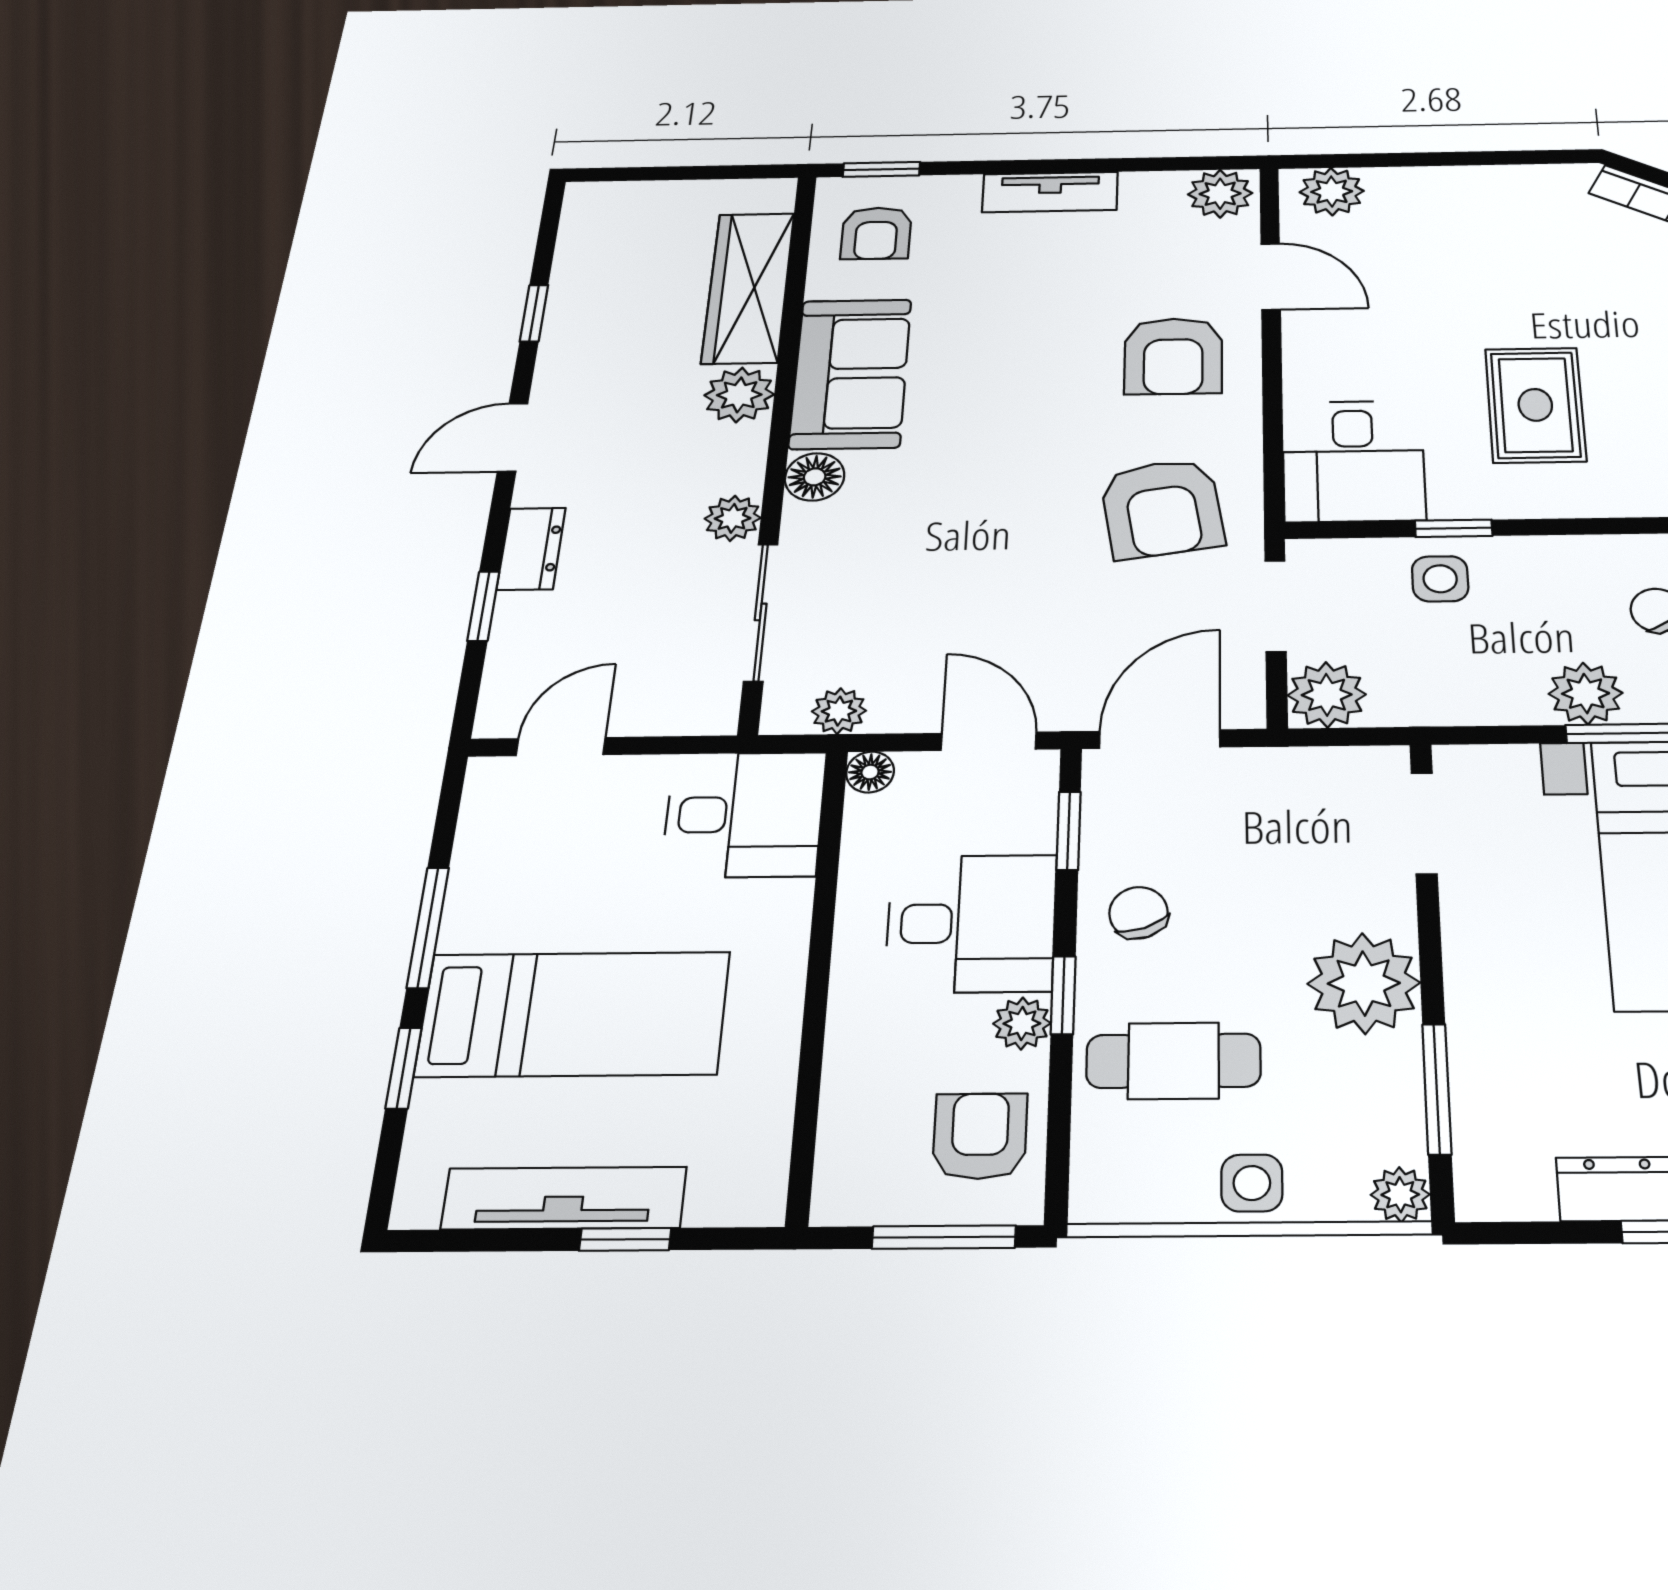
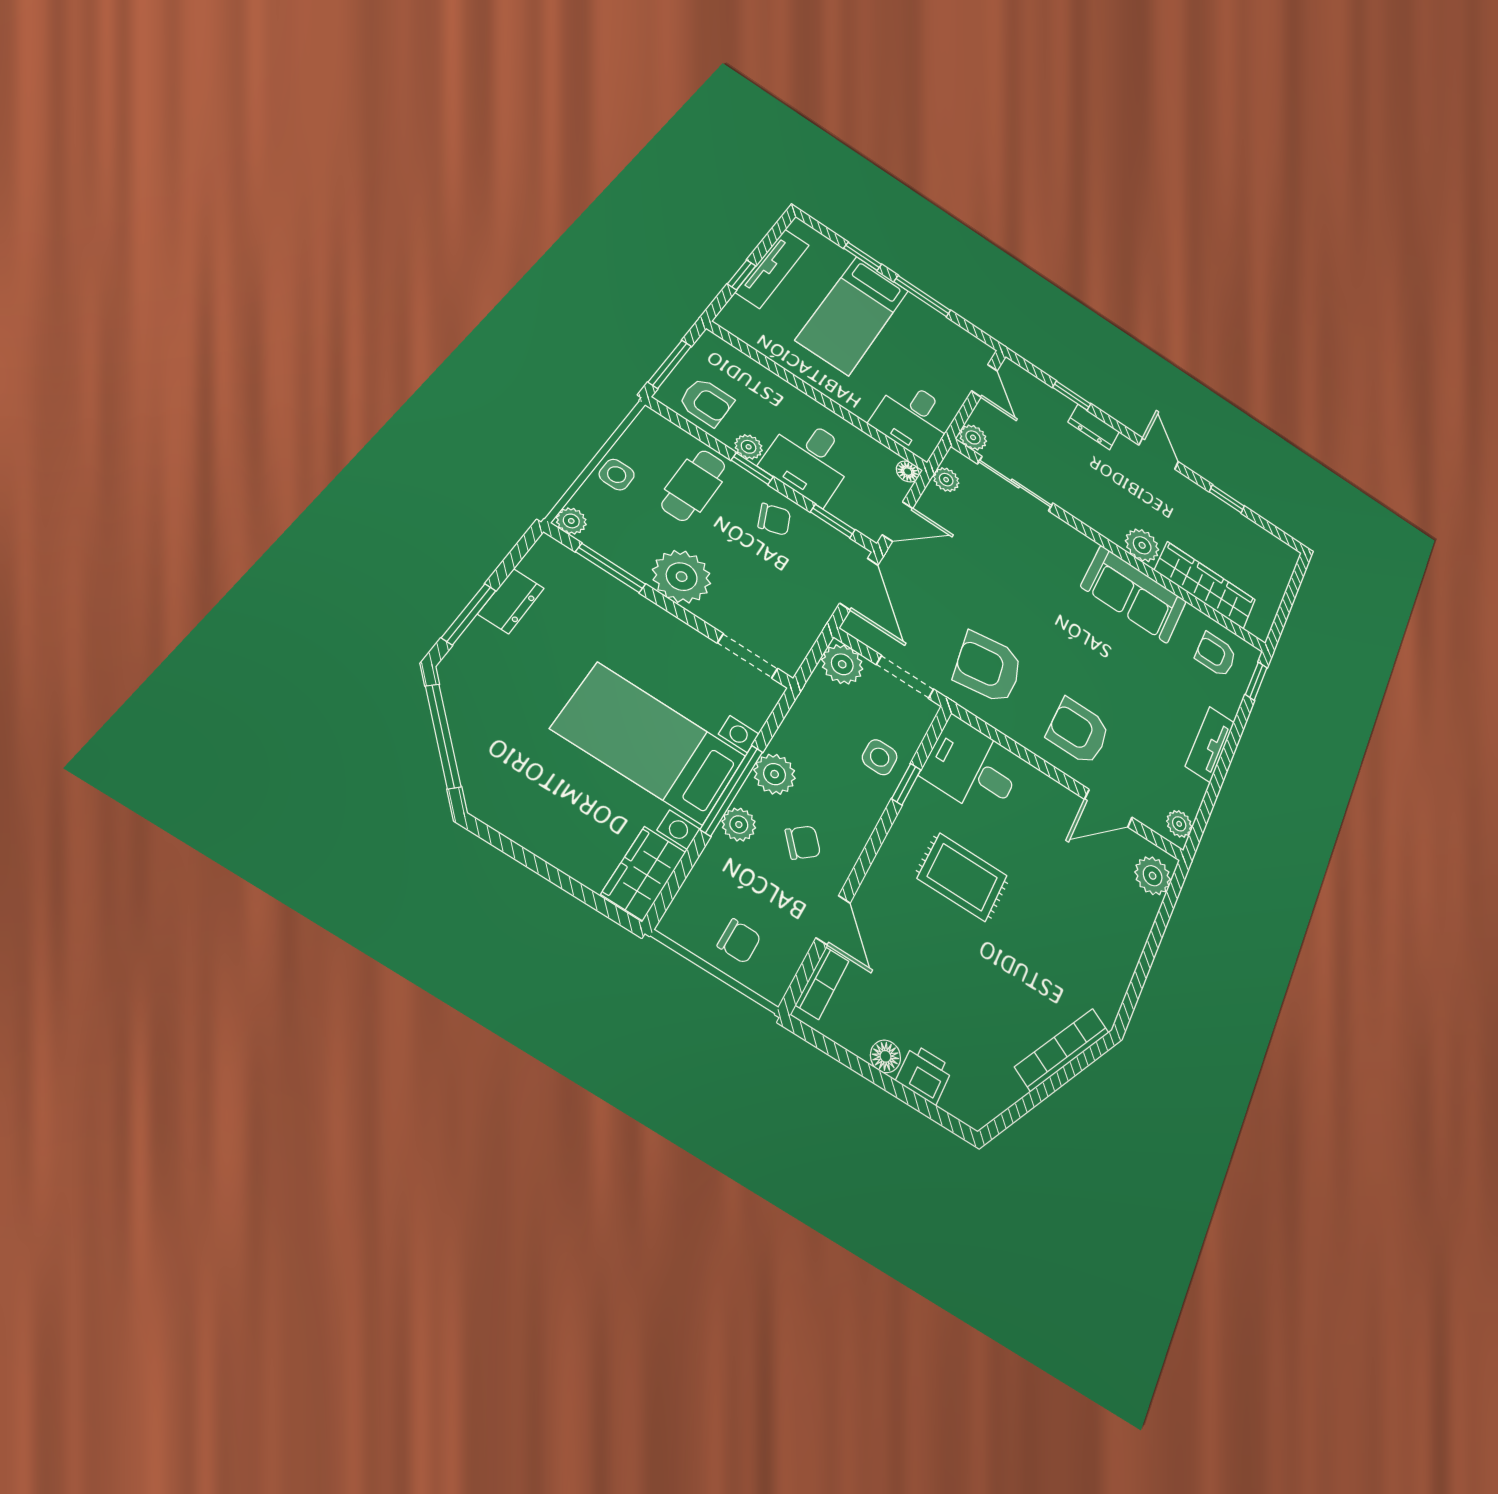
plant: (1220, 194) -> (1179, 824), width x0.73, depth x0.73
floor lamp: (815, 477) -> (1080, 545), removed
plant: (733, 518) -> (973, 437), moved

